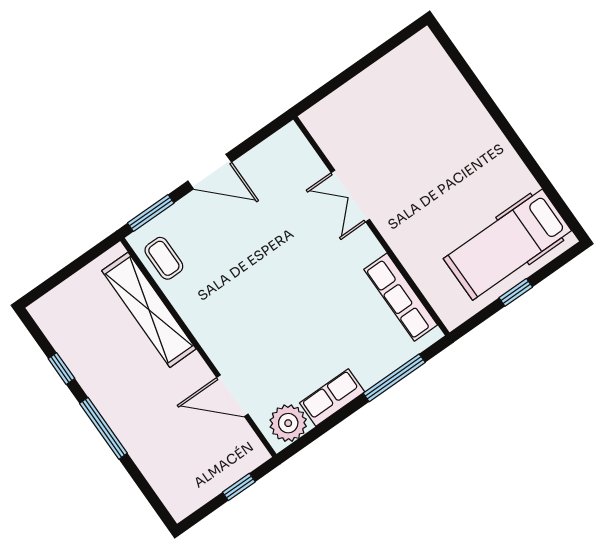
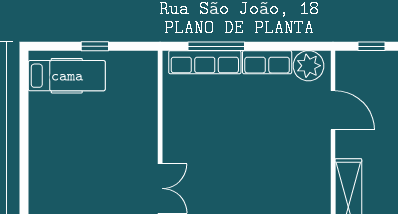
hospital bed: (507, 245) -> (67, 76), width x0.73, depth x0.78
row of seats: (401, 297) -> (205, 62), moved, turned 90

